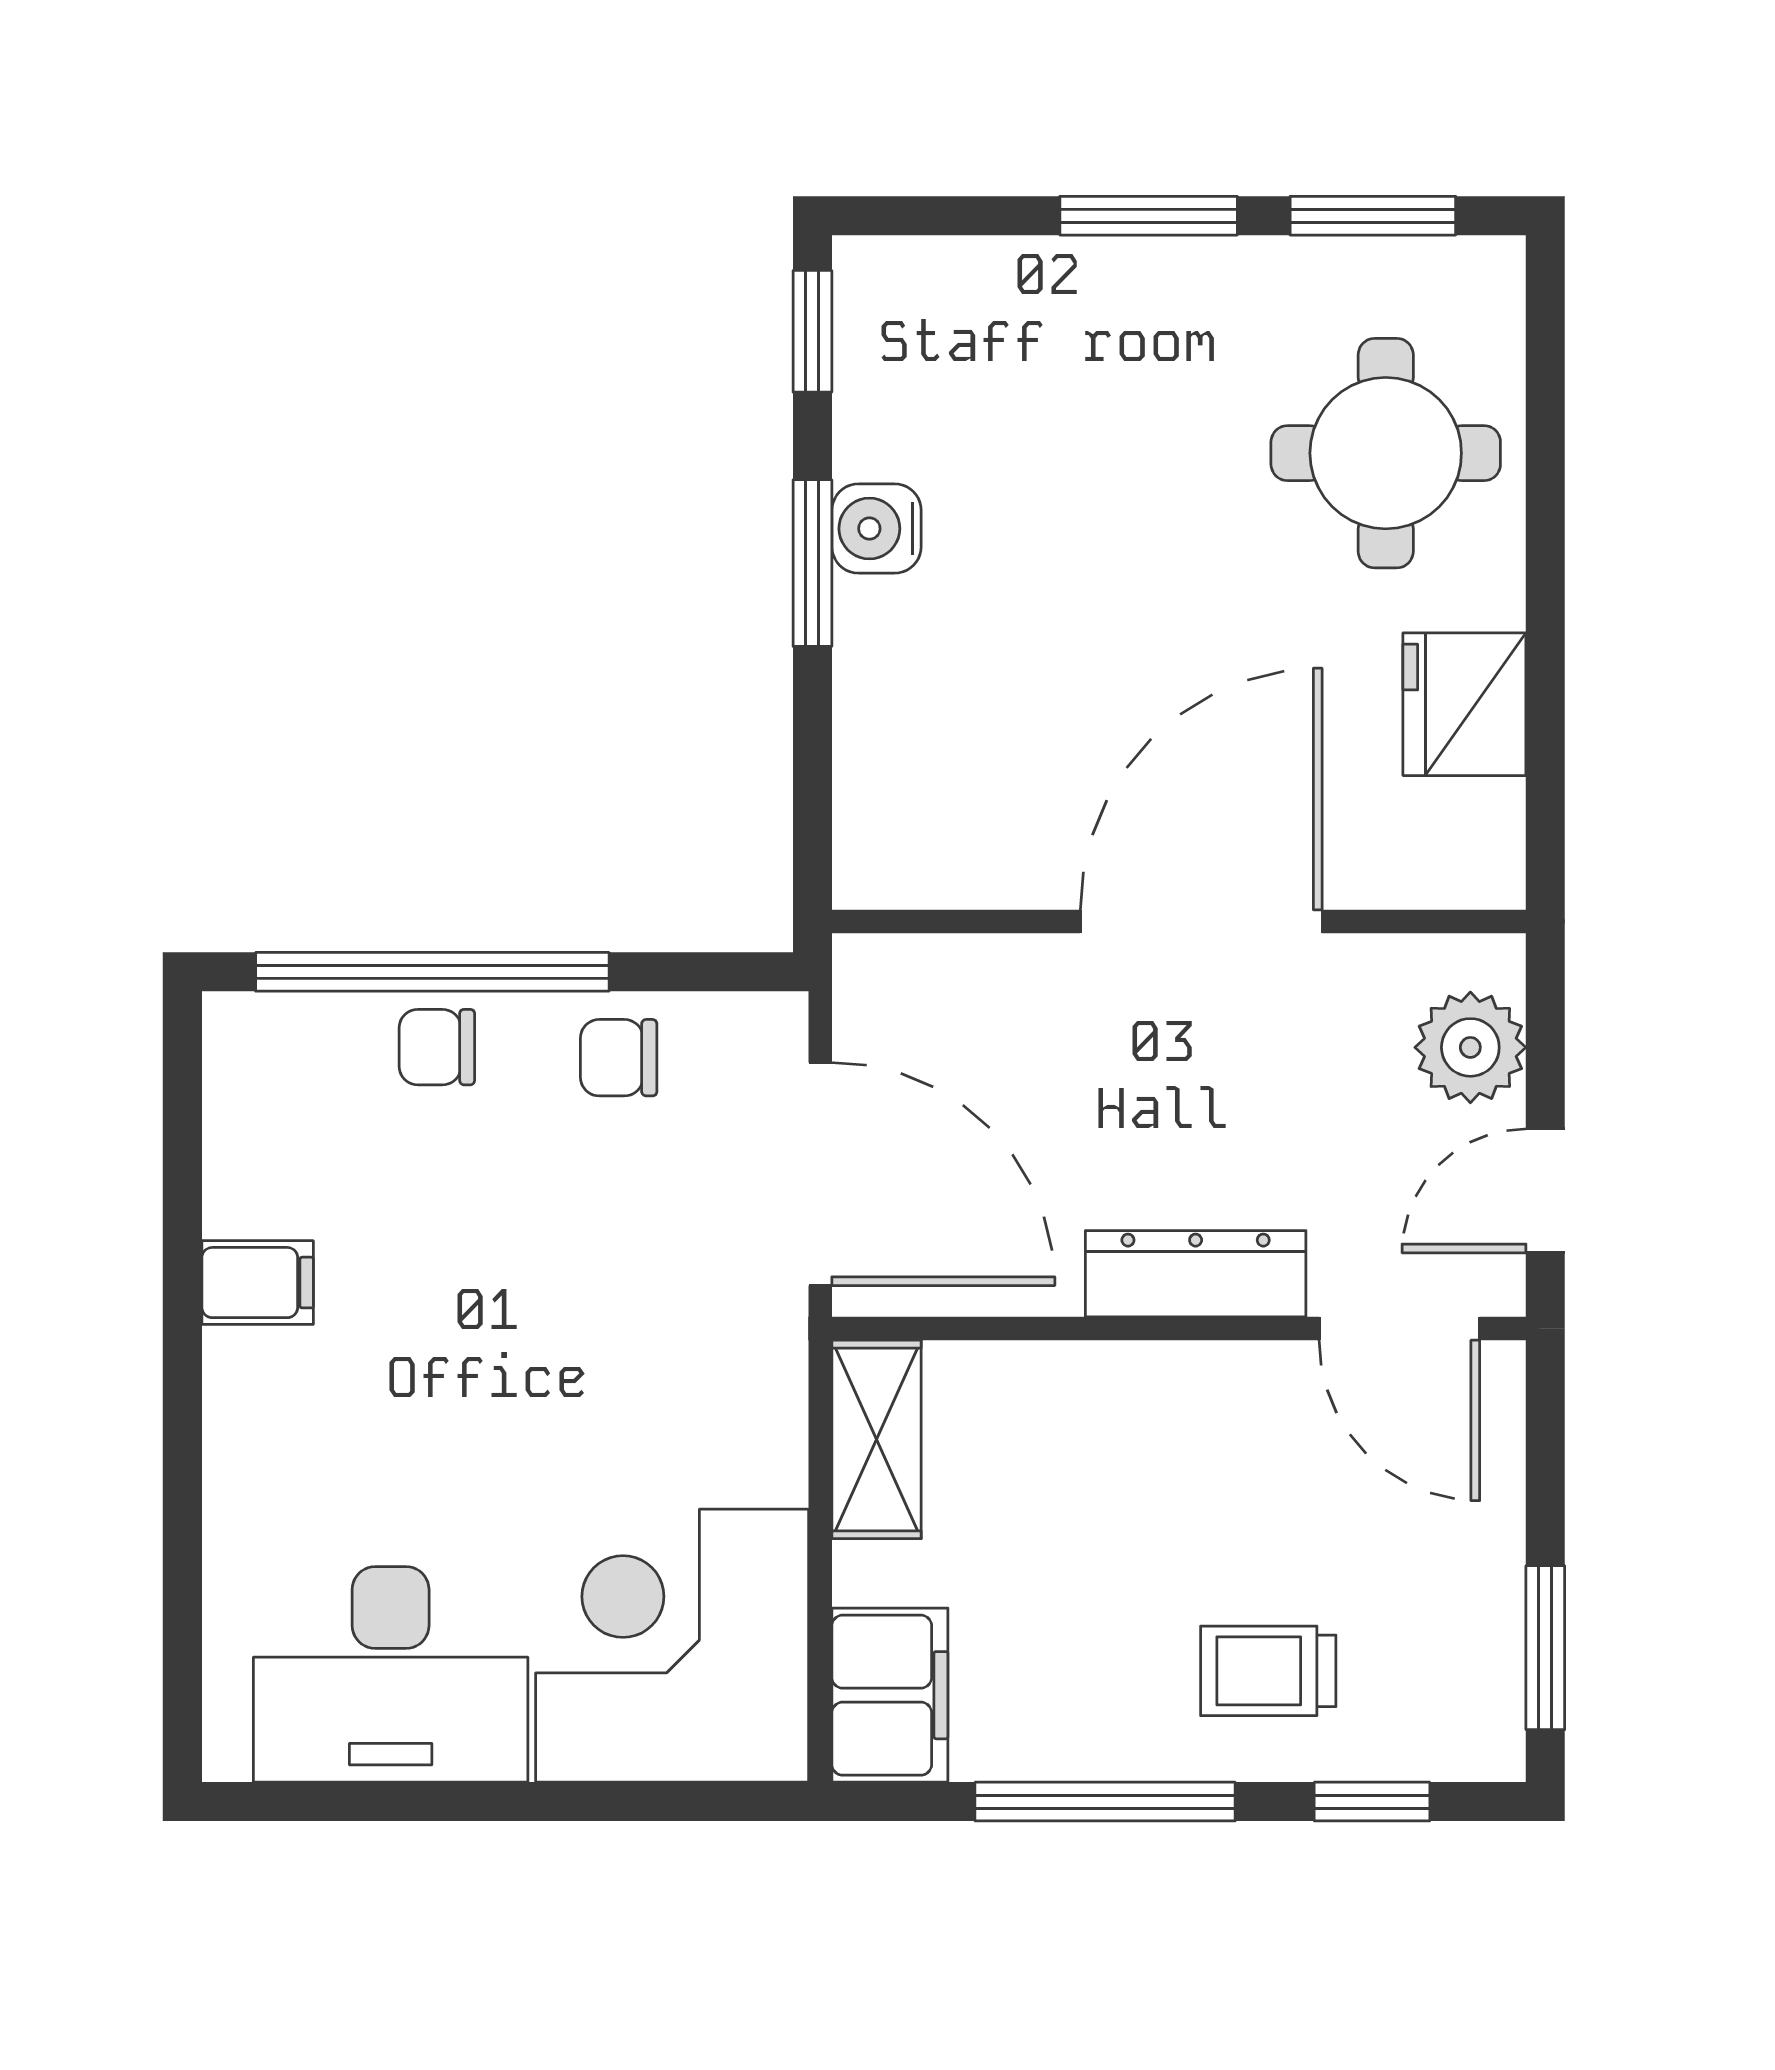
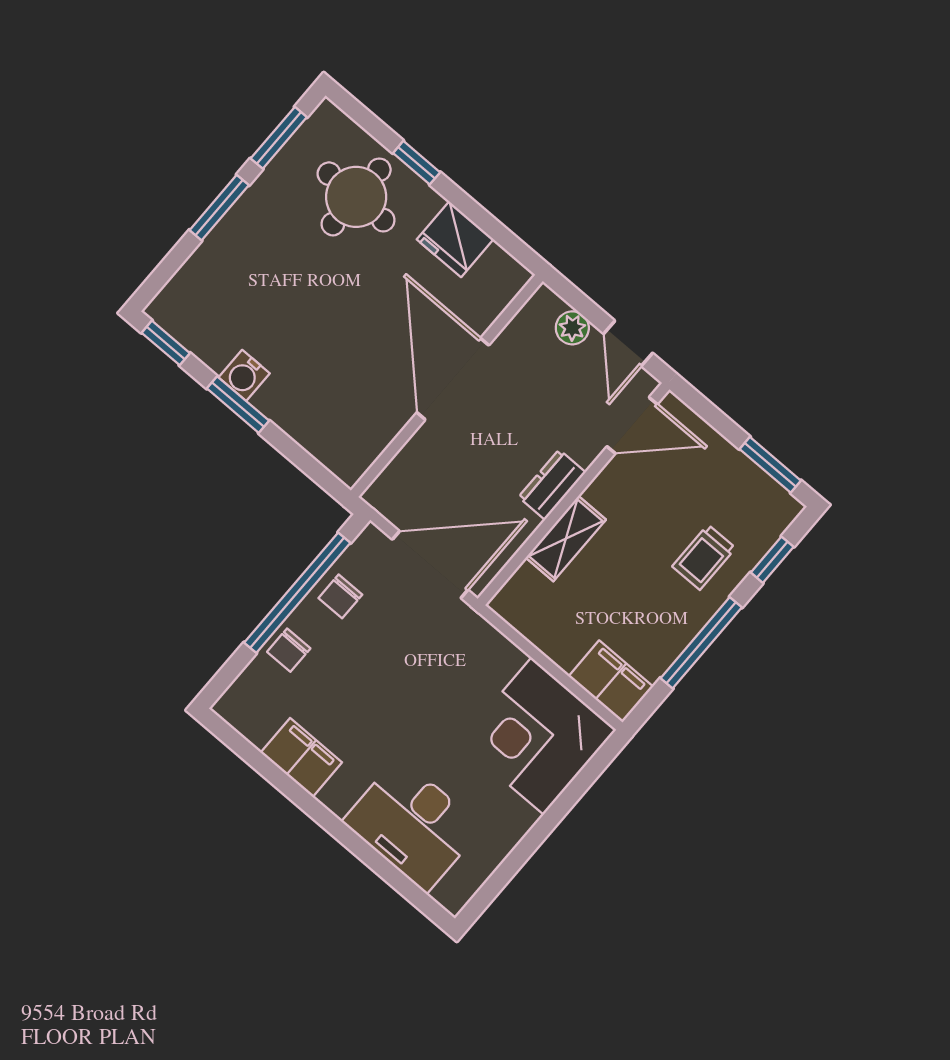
window: (1545, 511) -> (417, 163), added
window: (432, 972) -> (297, 593), moved
plant: (1470, 1047) -> (572, 328), width x0.73, depth x0.73
dresser: (1196, 1274) -> (552, 485), width x0.70
filing cabinet: (258, 1283) -> (301, 757), width x2.00
shelving: (877, 1439) -> (566, 539), moved, turned 90
desk: (391, 1674) -> (413, 824), moved, turned 90

